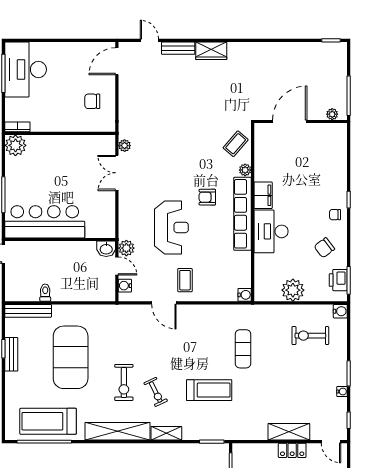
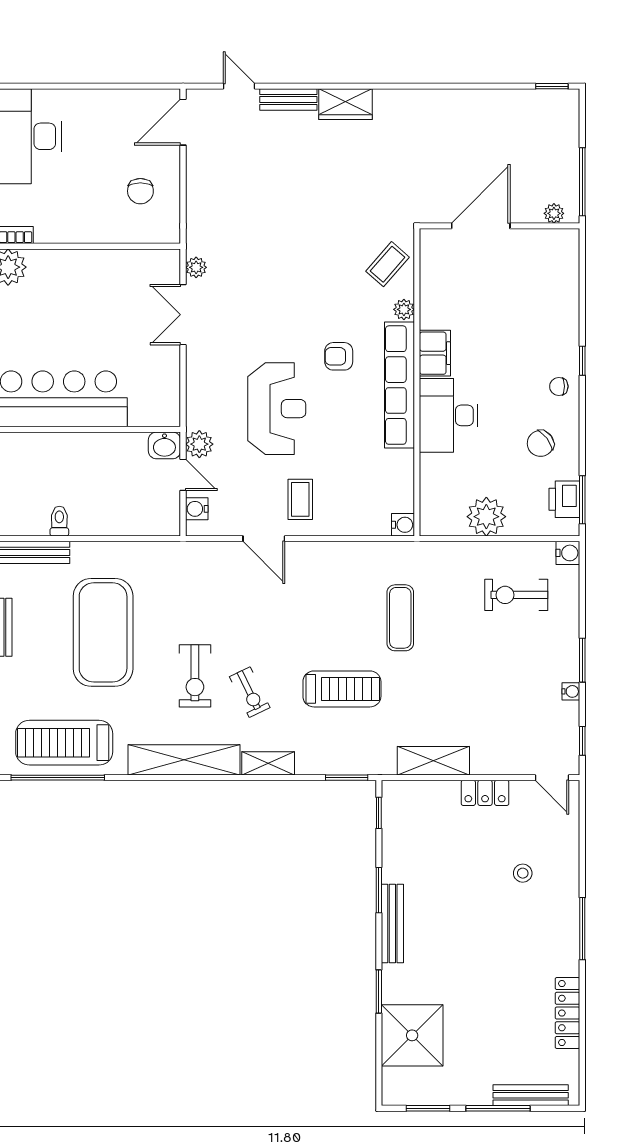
chair: (92, 101) -> (140, 191), turned -90
shelving: (289, 432) -> (433, 761), moved

